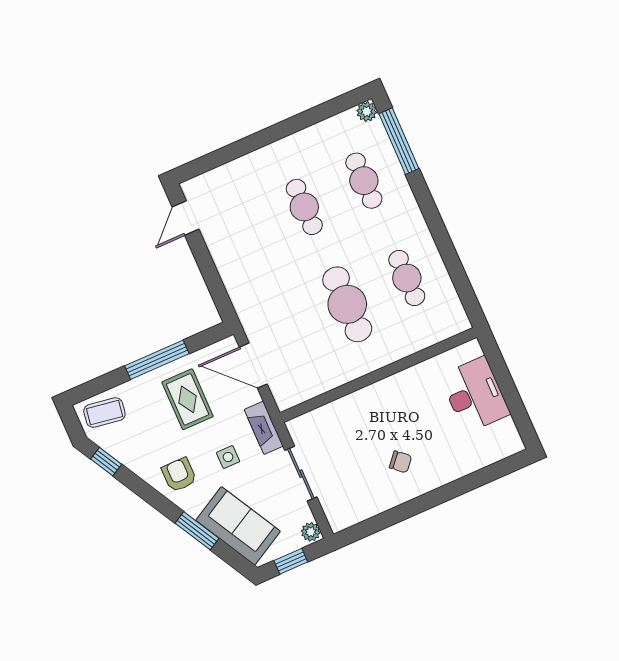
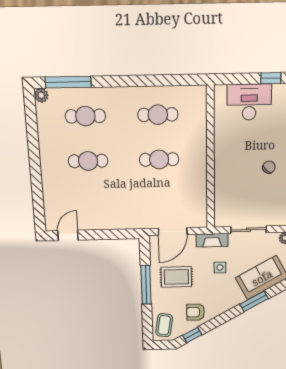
door: (185, 218) -> (68, 235), swing flipped
cafe table: (347, 304) -> (159, 159), width x0.73, depth x0.74
window: (517, 410) -> (271, 78), added
armchair: (179, 475) -> (195, 312), moved

